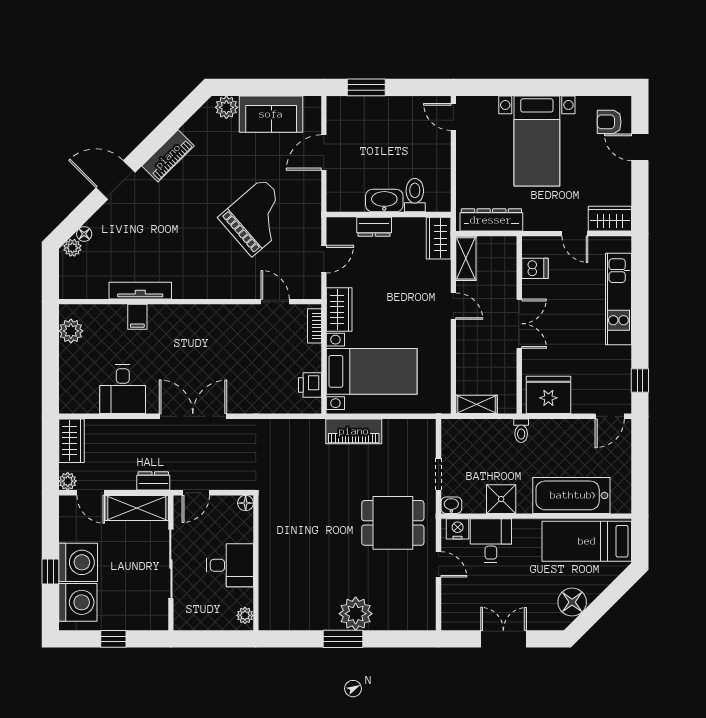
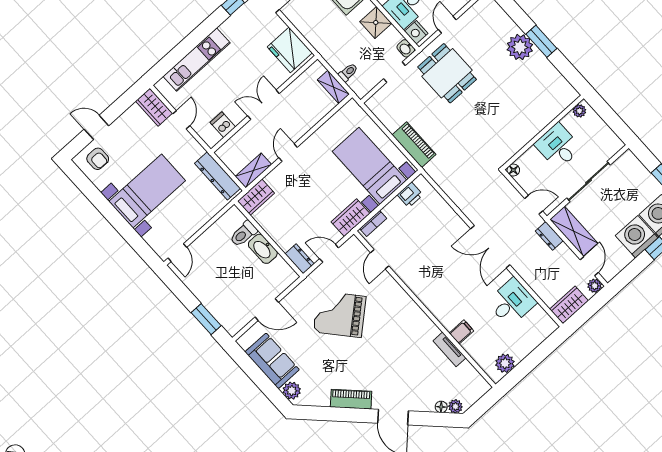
door: (640, 147) -> (96, 127), swing flipped
dresser: (374, 227) -> (300, 259), moved
tv unit: (140, 291) -> (449, 349), width x0.71
toilet: (521, 431) -> (348, 72), moved

